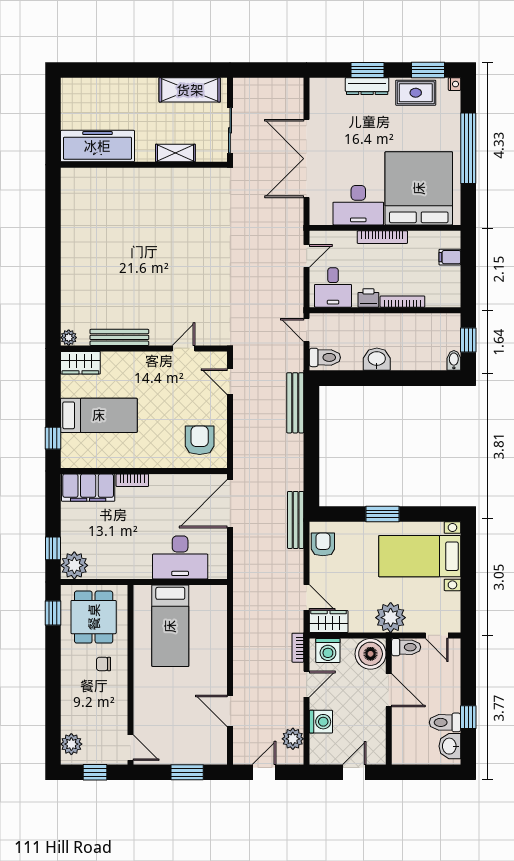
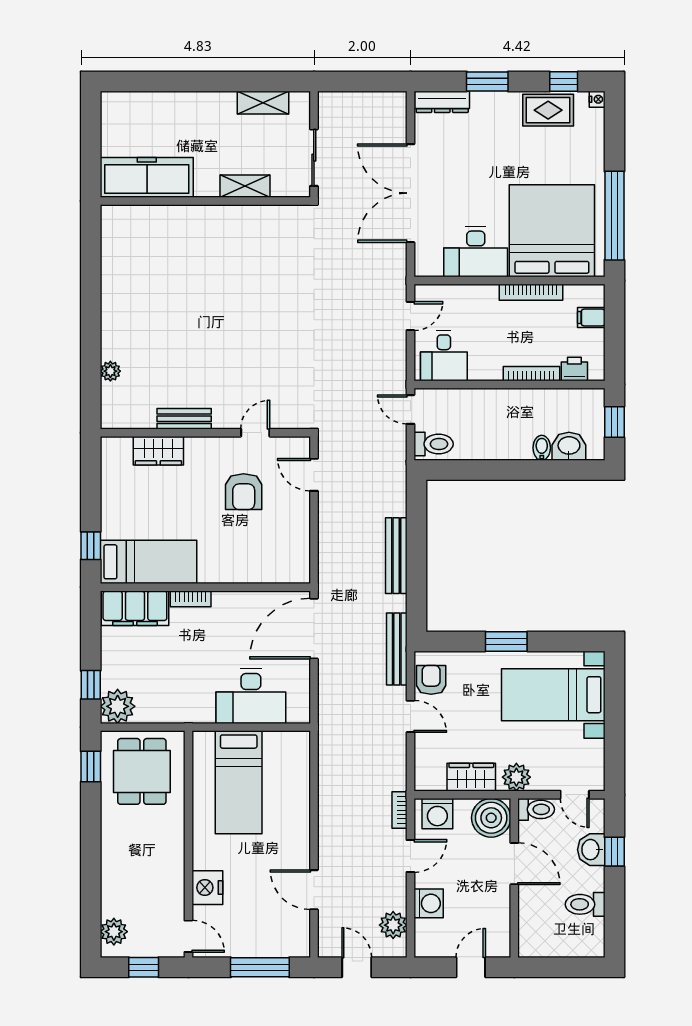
window: (428, 70) -> (564, 81), width x0.67
dresser: (367, 86) -> (442, 102), moved
shelving: (190, 90) -> (263, 103), width x0.67, depth x0.75
window: (468, 148) -> (614, 216), moved
bookcase: (382, 237) -> (531, 292), moved
printer: (368, 298) -> (574, 369), moved
bench: (119, 337) -> (184, 419), width x0.73
plant: (69, 338) -> (110, 371), moved
washbasin: (377, 359) -> (569, 446), moved
bidet: (454, 360) -> (542, 448), moved
wardrobe: (80, 363) -> (158, 451), moved
bench: (295, 403) -> (396, 556), moved
bed: (99, 415) -> (148, 562), moved
armchair: (200, 440) -> (244, 492), moved, turned 180
door: (307, 597) -> (410, 716), moved
plant: (391, 618) -> (516, 777), width x0.73, depth x0.73
wardrobe: (329, 622) -> (471, 777), moved
chair: (103, 664) -> (154, 831), removed
nightstand: (145, 709) -> (207, 888), added
window: (468, 717) -> (614, 852), moved
washbasin: (450, 746) -> (591, 850), moved
window: (187, 772) -> (260, 967), width x1.44
door: (264, 772) -> (357, 967), hinge flipped

